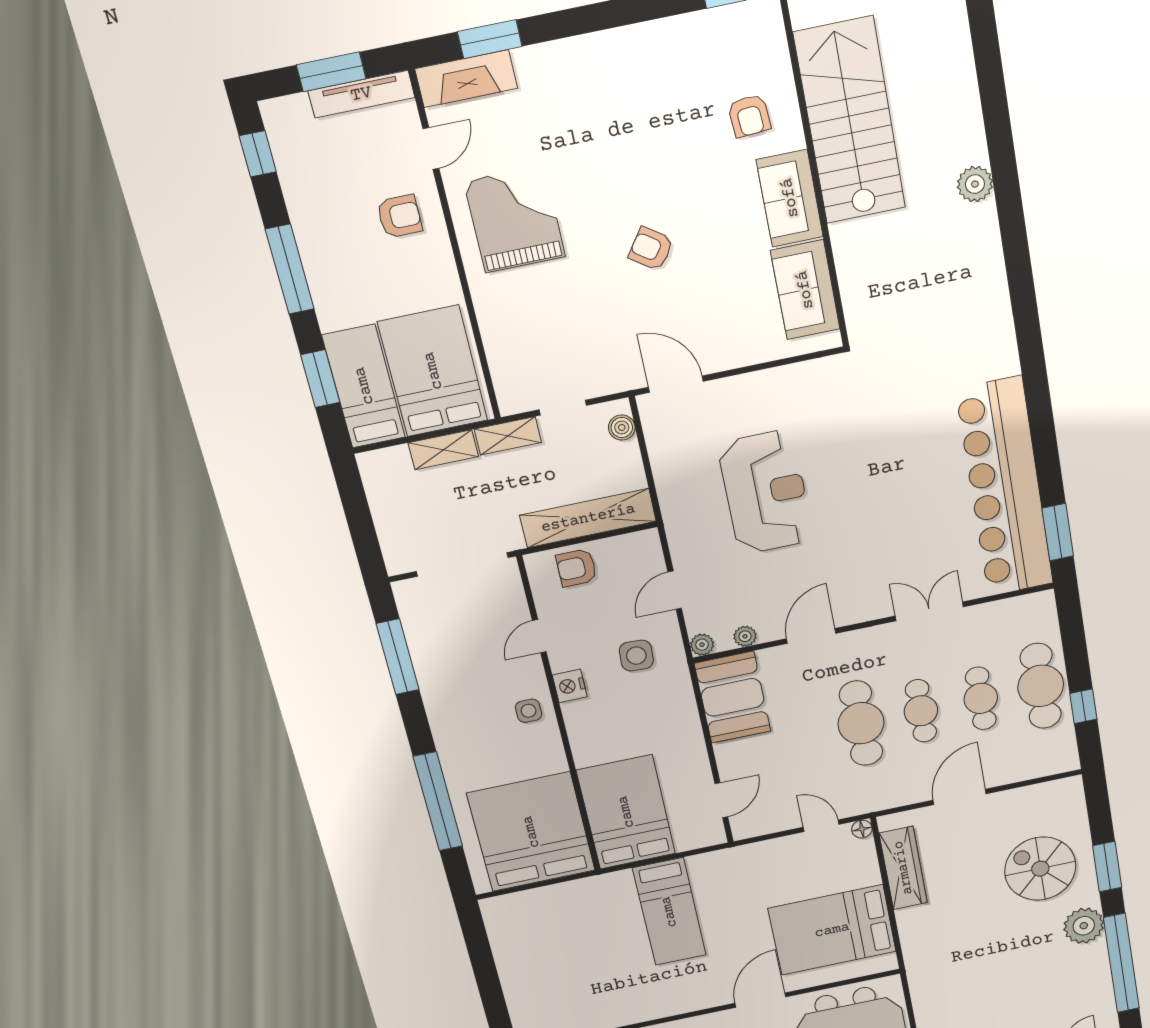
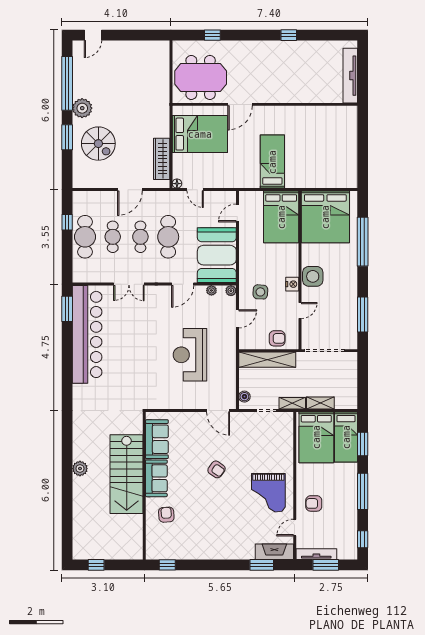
stairs: (850, 121) -> (127, 474), moved
booth: (733, 697) -> (217, 255), width x1.36, depth x1.42
side table: (529, 711) -> (313, 276), width x1.87, depth x1.87

